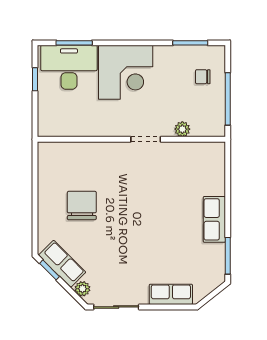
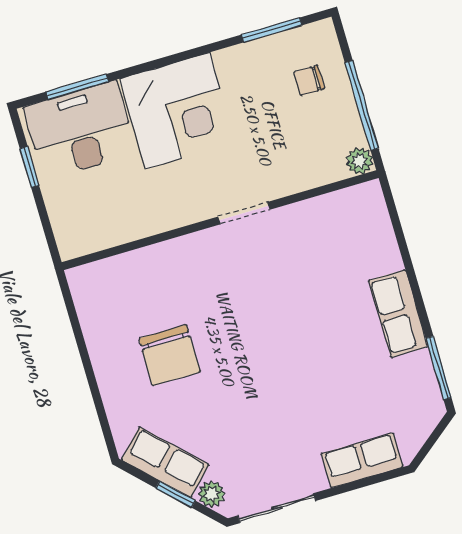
plant: (182, 129) -> (360, 161), moved
chair: (82, 206) -> (170, 355), turned 180
window: (50, 270) -> (176, 494), moved

